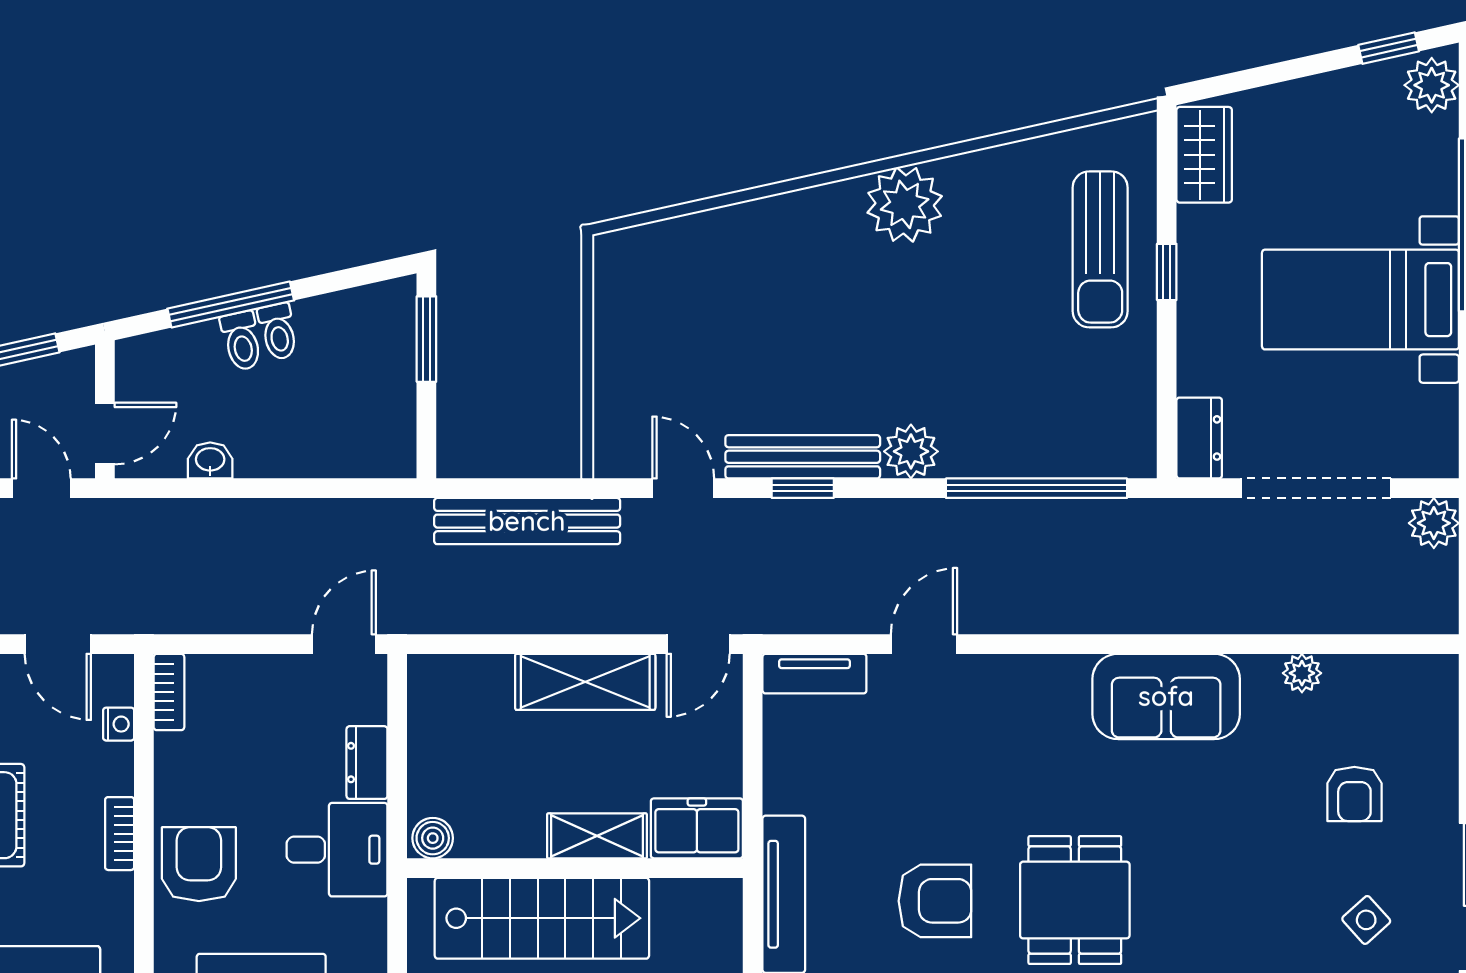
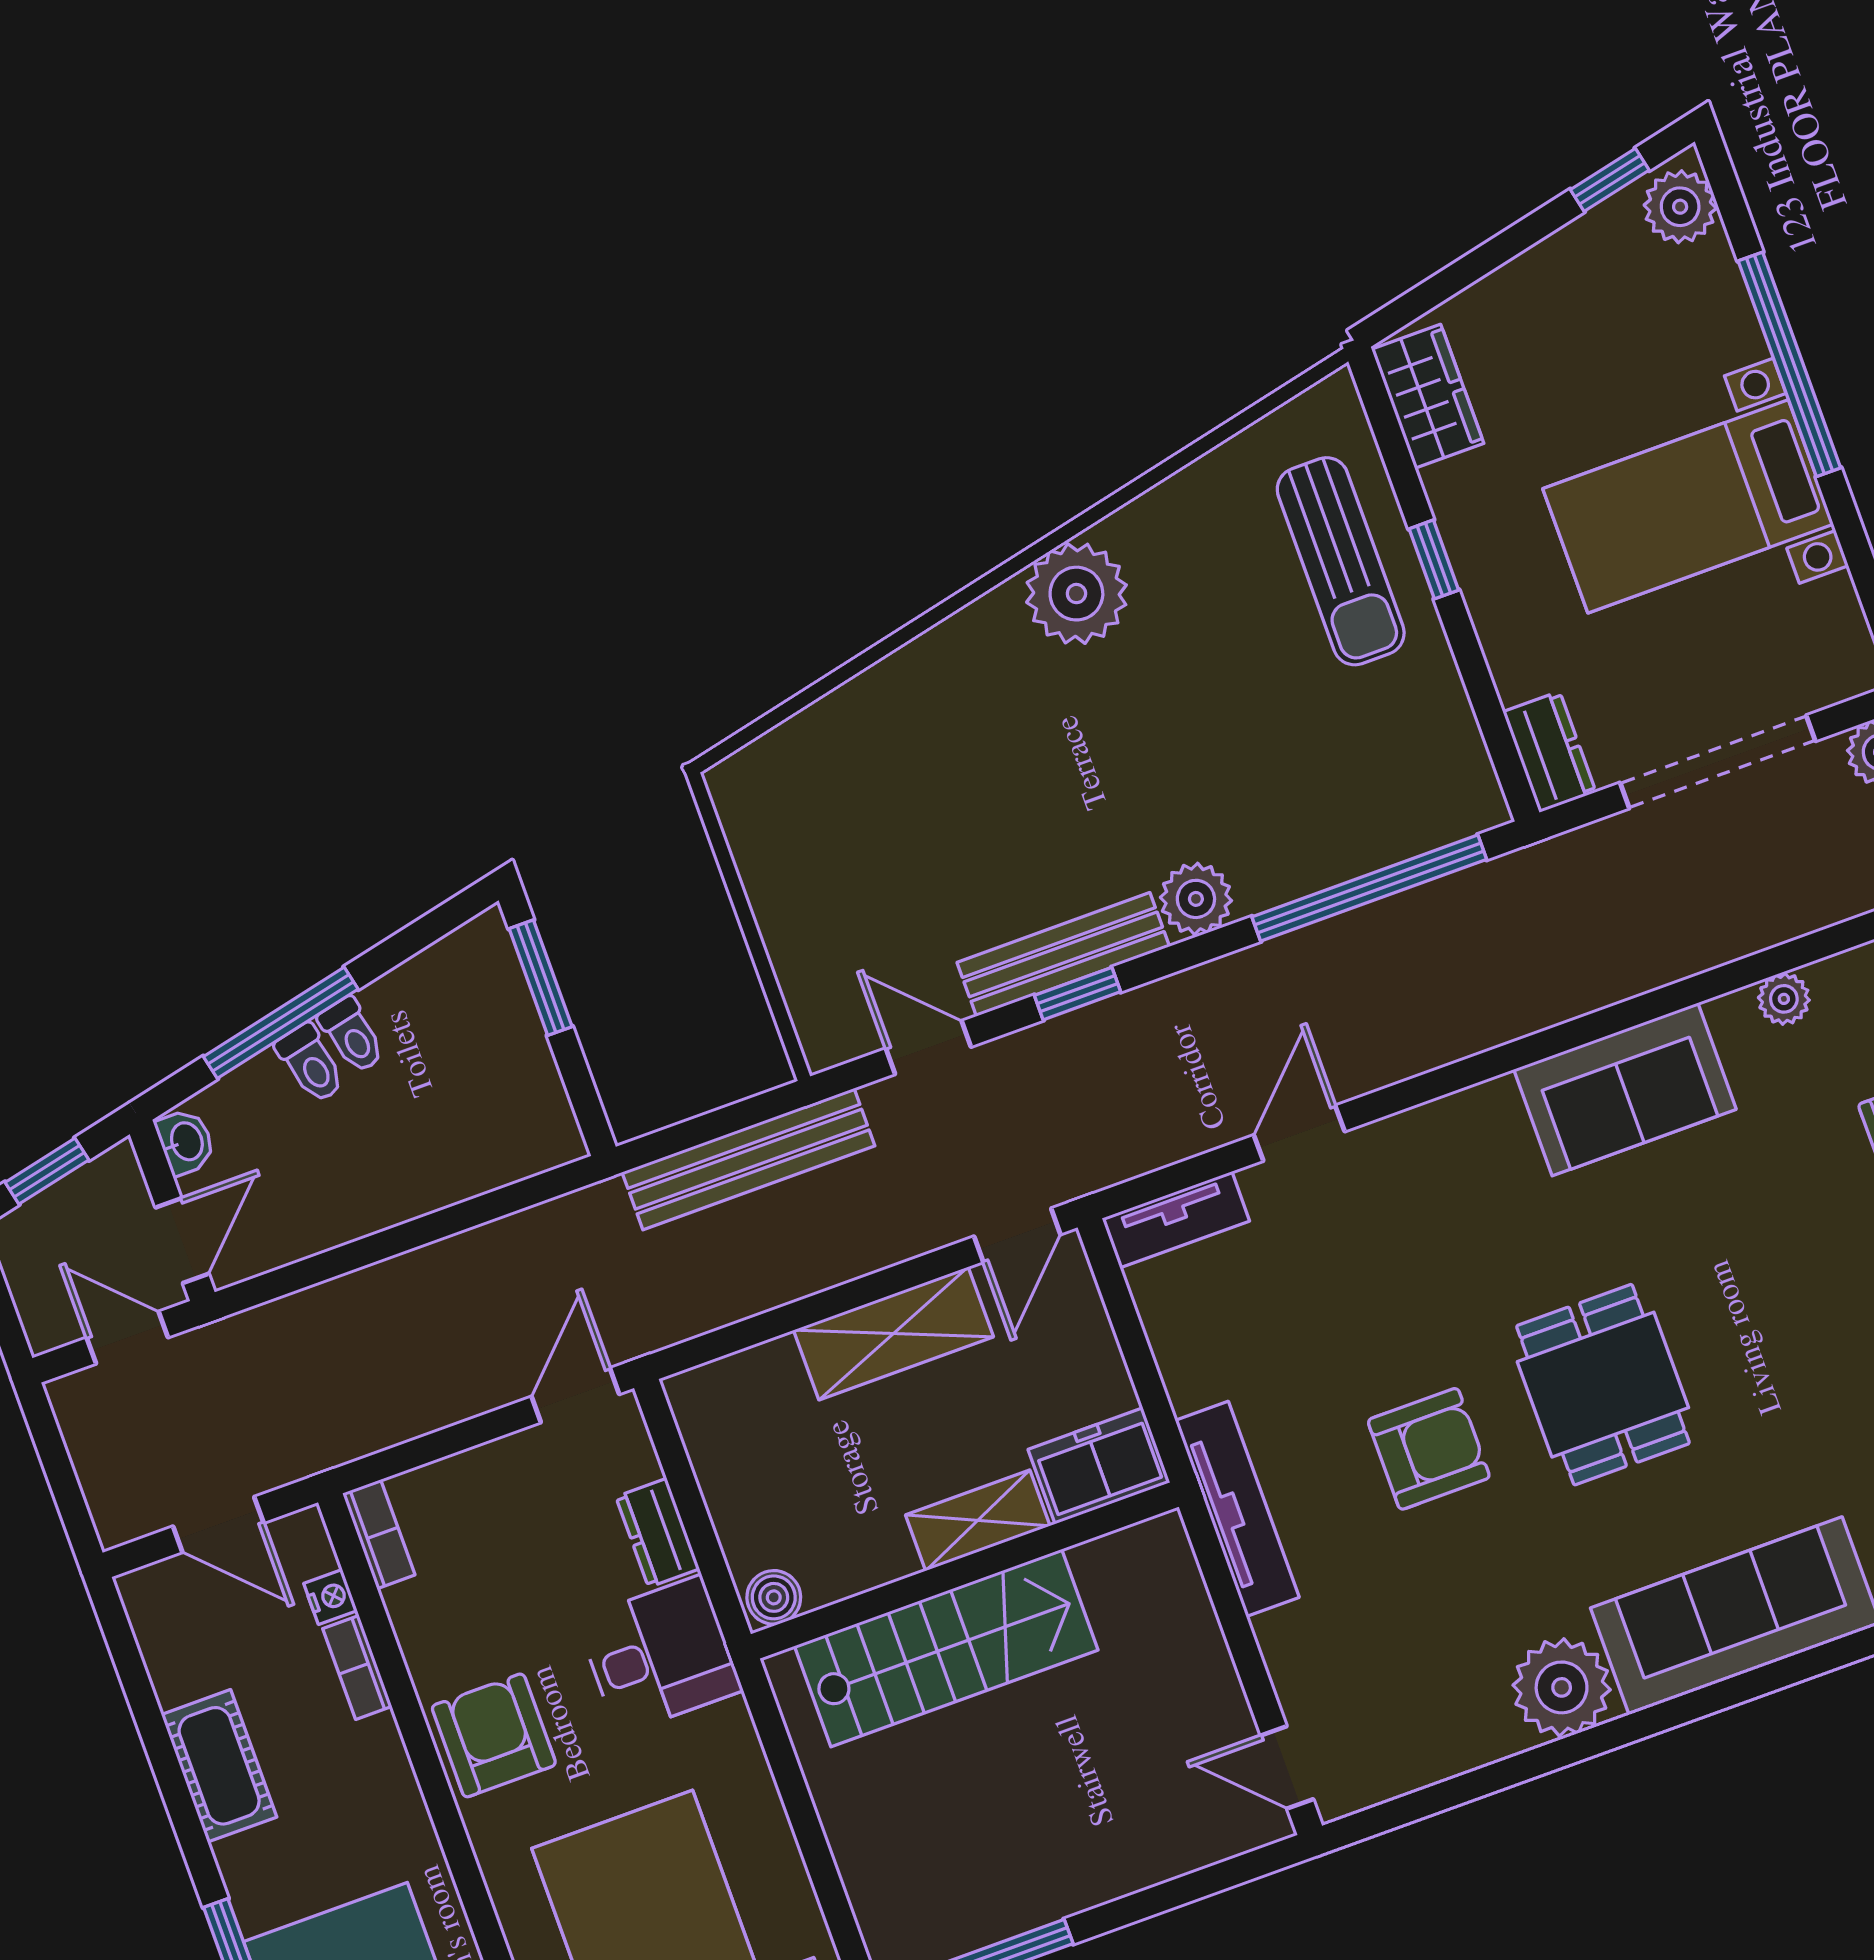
washbasin: (210, 460) -> (186, 1142), moved, turned 90
bookcase: (120, 834) -> (357, 1667), moved

